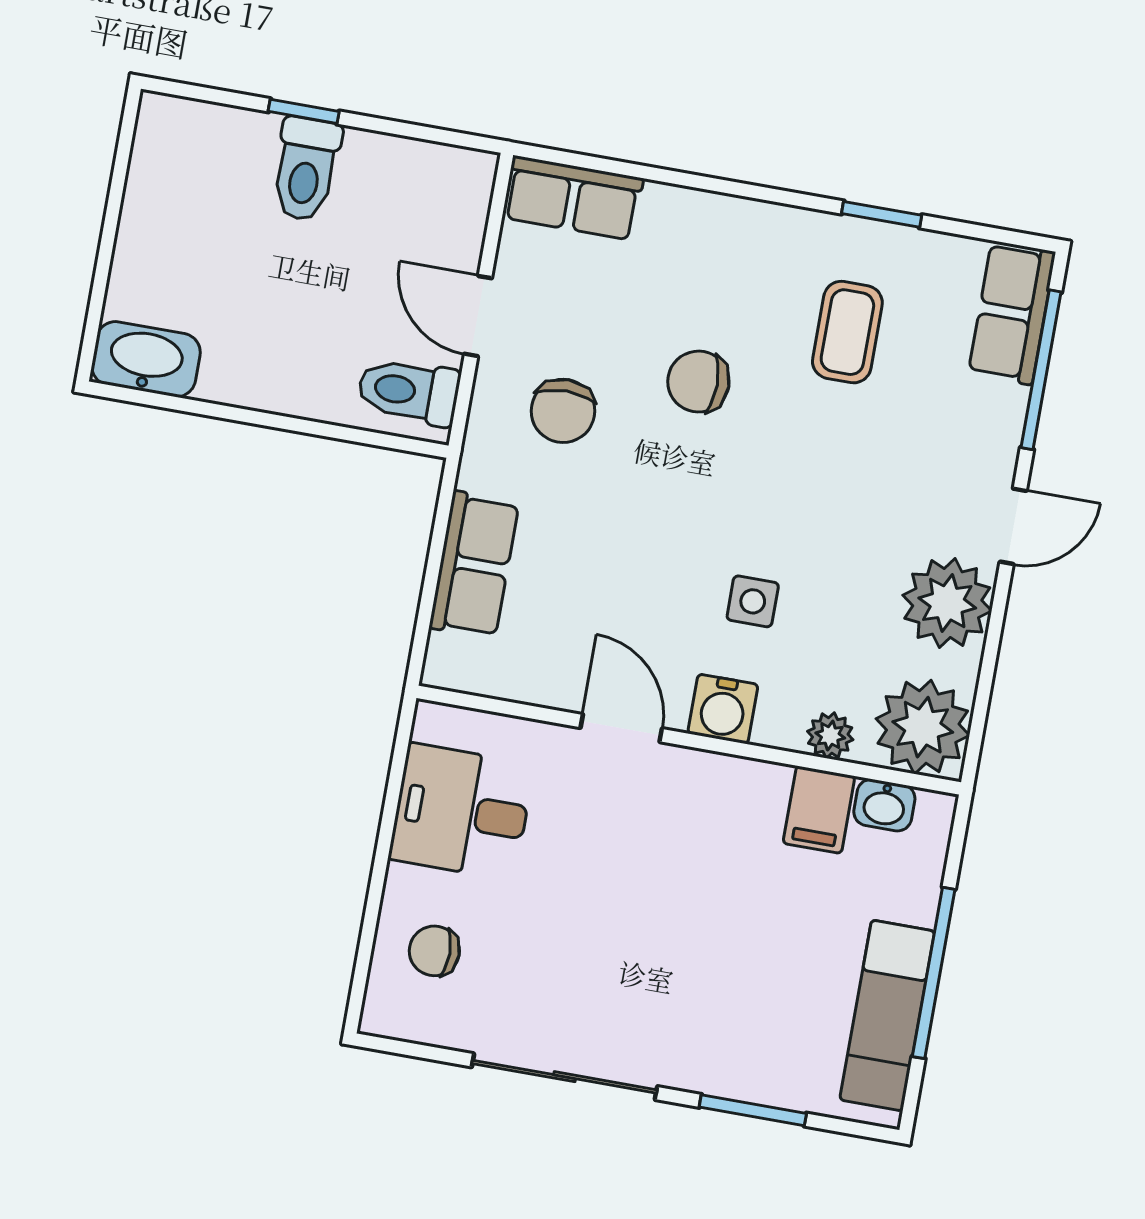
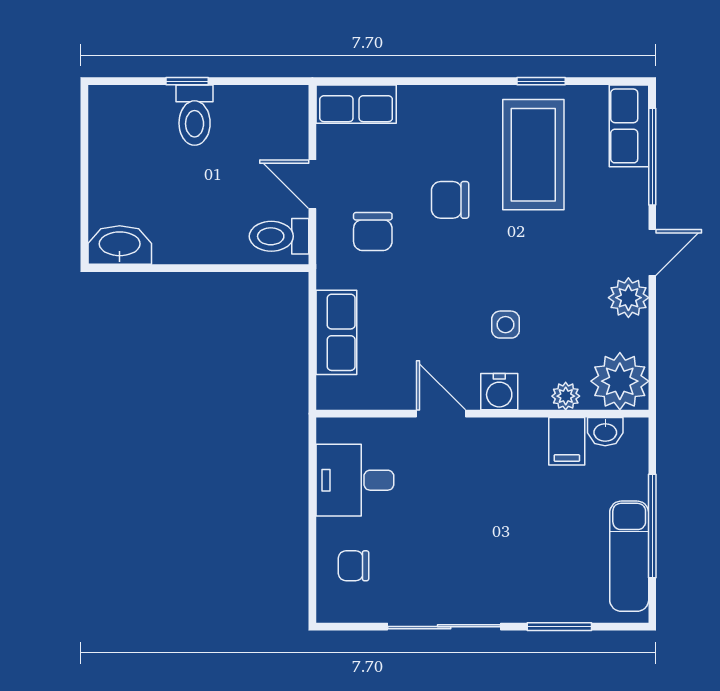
coffee table: (847, 332) -> (533, 155), width x1.86, depth x1.72
plant: (947, 603) -> (628, 298), width x0.73, depth x0.73

